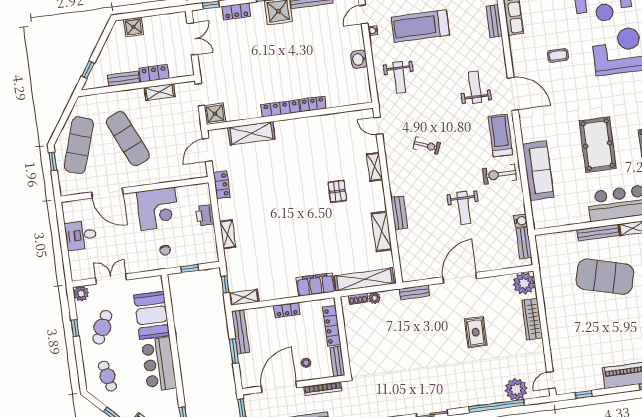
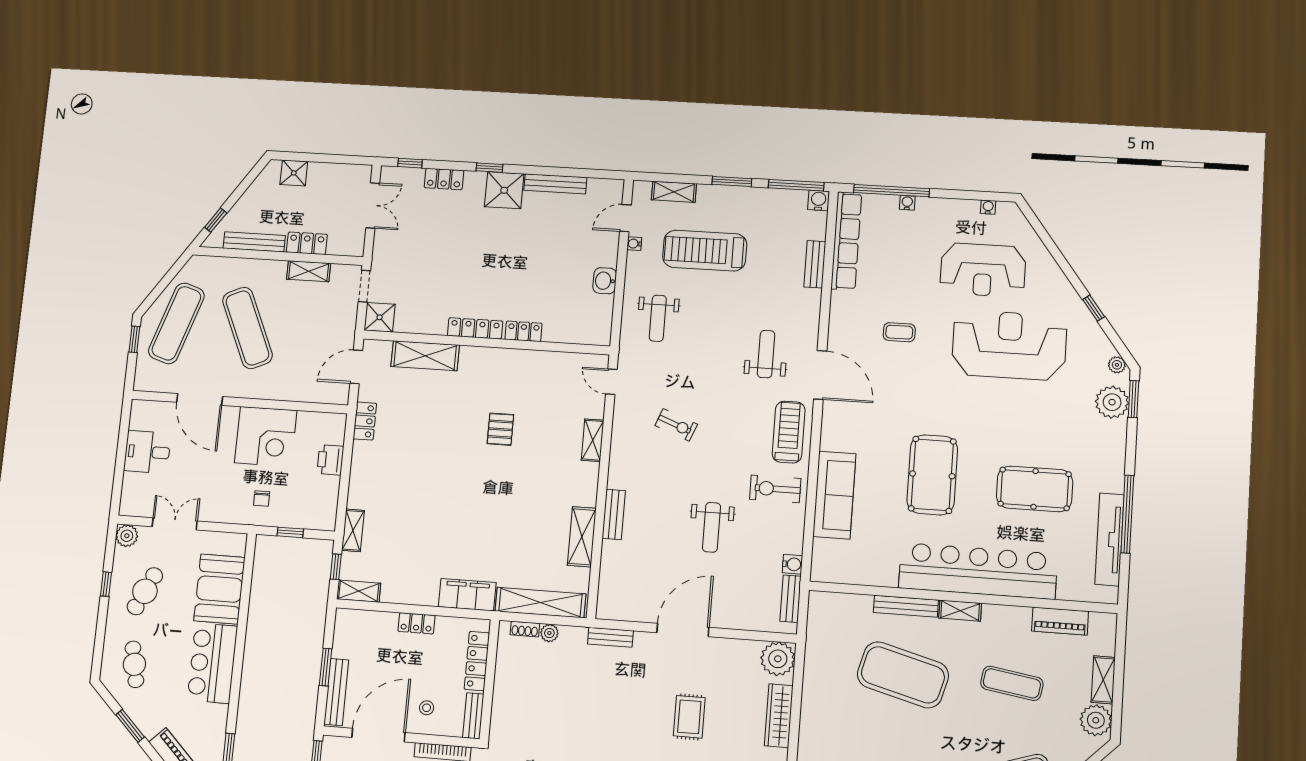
bench: (124, 79) -> (254, 242), width x1.36
pallet: (337, 191) -> (500, 429), moved
shelving: (228, 234) -> (353, 530), moved
bench: (240, 332) -> (336, 692), moved

